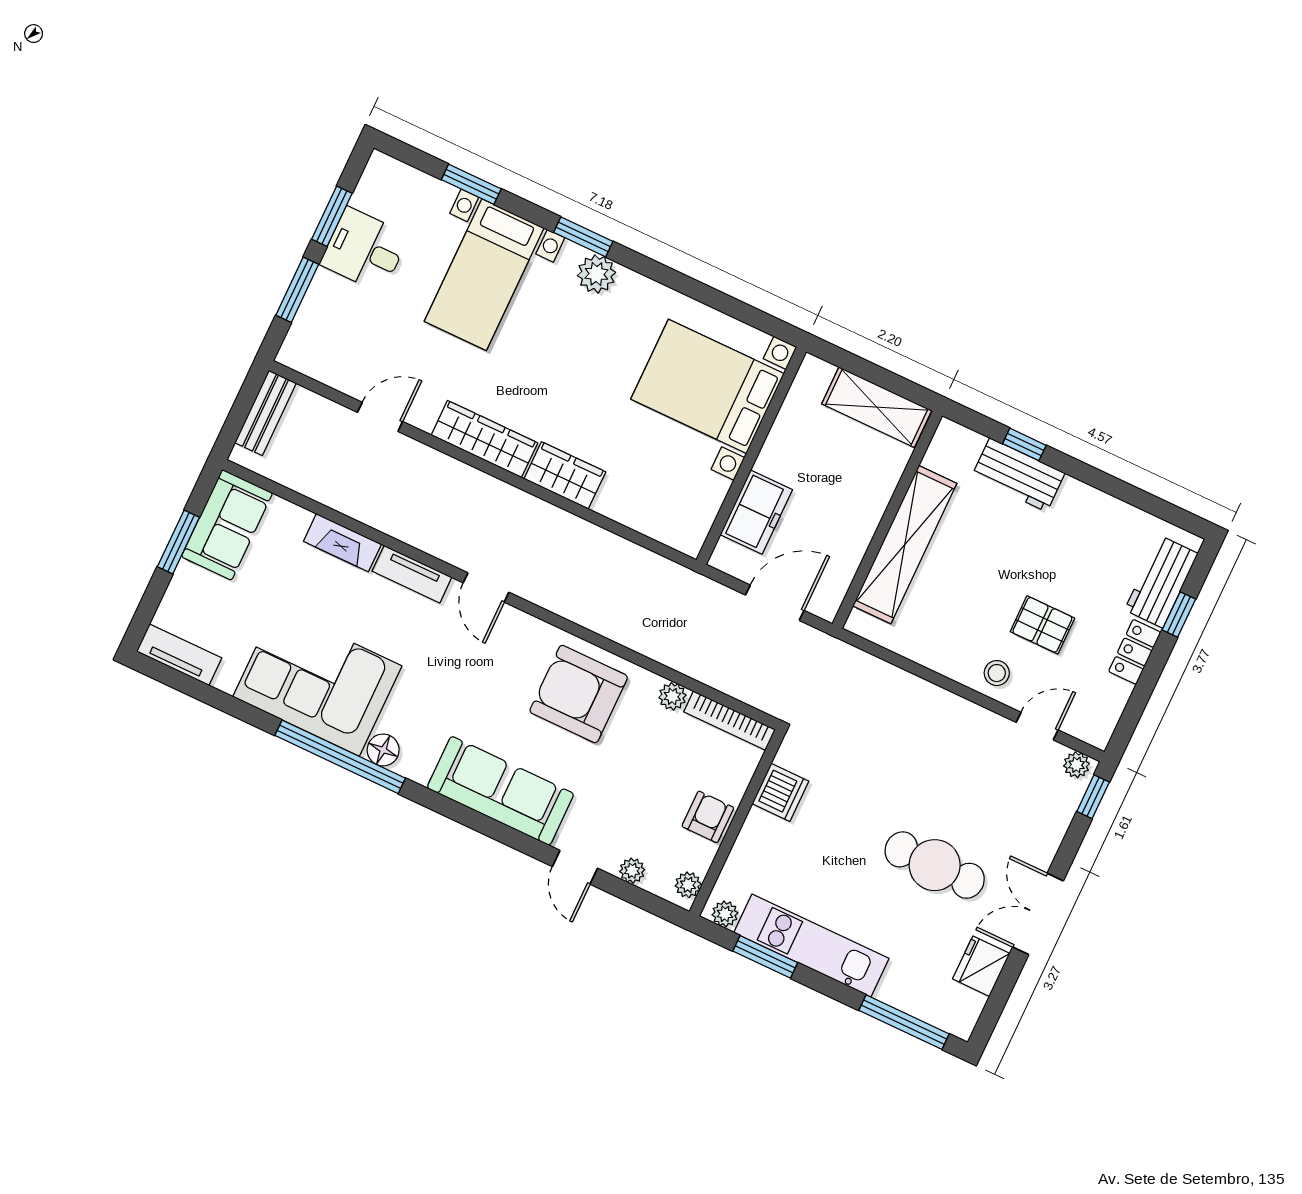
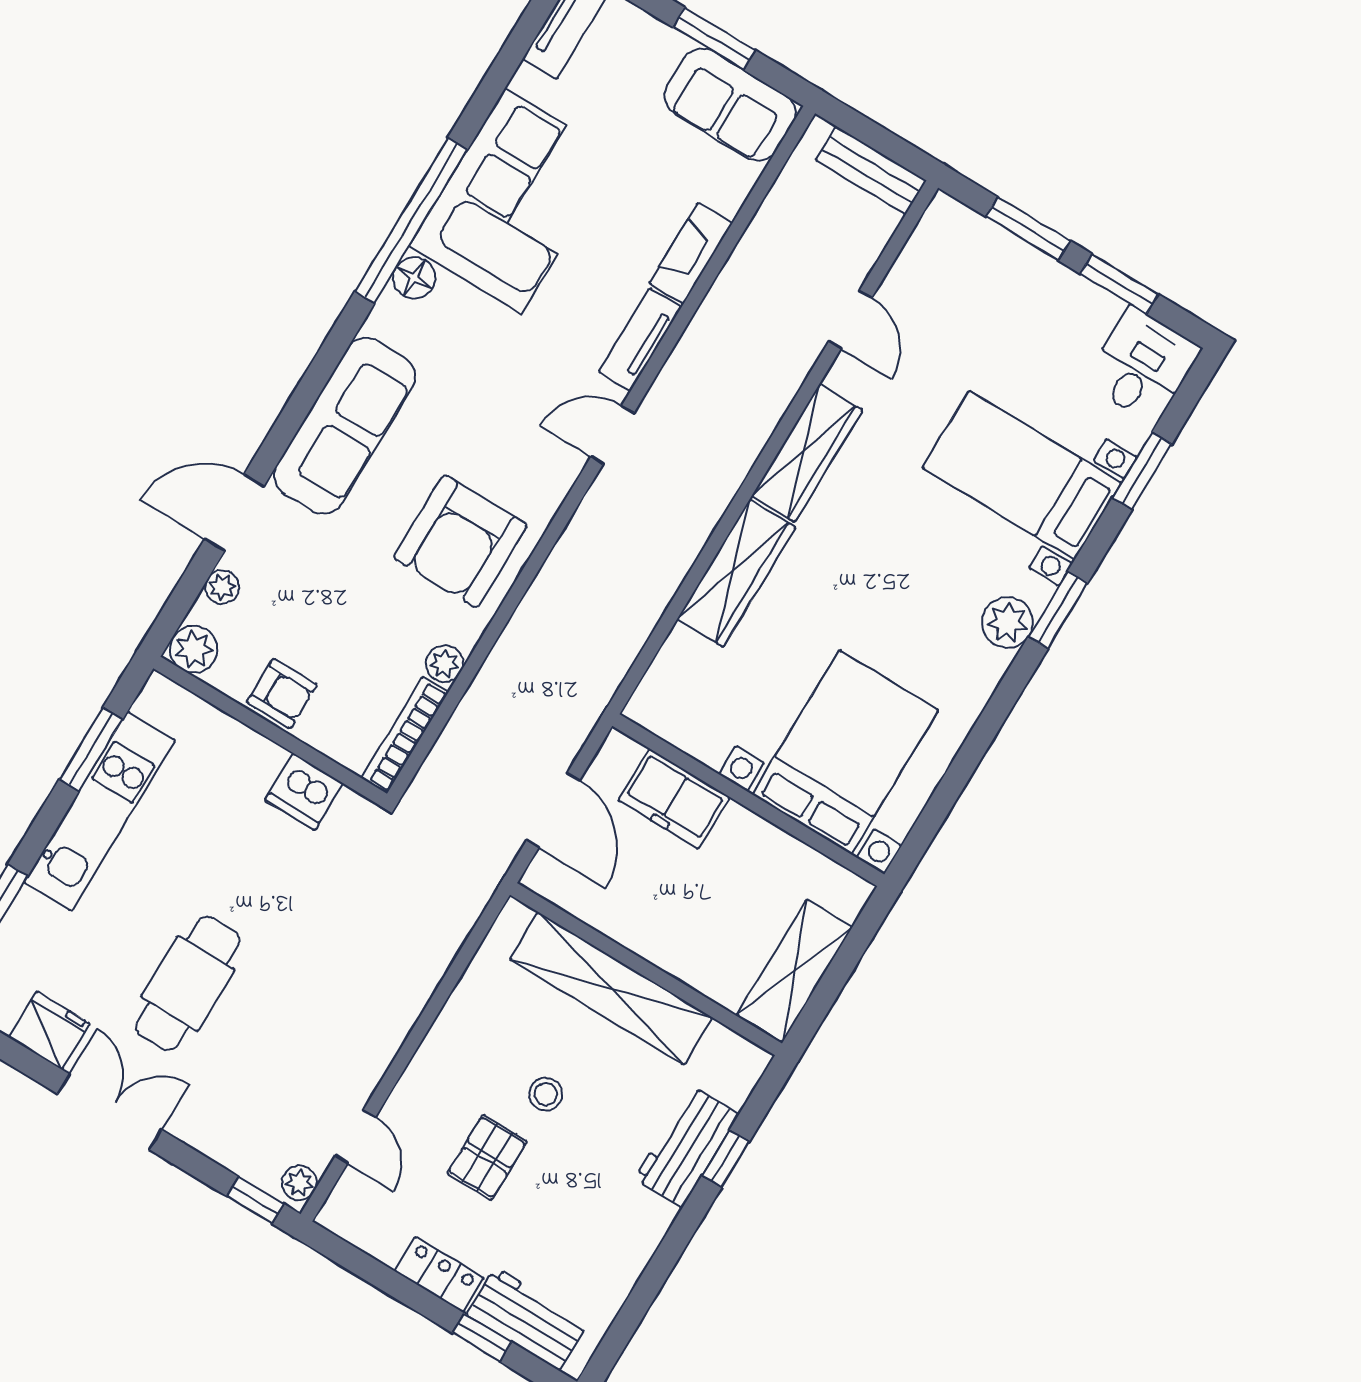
desk: (365, 250) -> (1142, 366), moved
wardrobe: (565, 475) -> (736, 573), width x1.50
stool: (997, 673) -> (546, 1094), moved
armchair: (579, 694) -> (460, 541), turned 180
door: (575, 867) -> (234, 513), width x1.38
plant: (688, 885) -> (194, 649), width x1.38, depth x1.38
plant: (725, 914) -> (153, 702), removed

